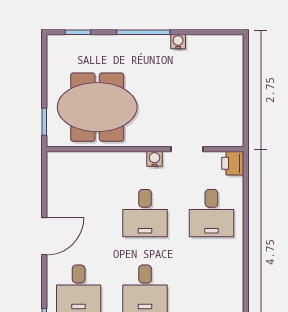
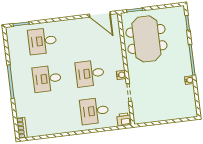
door: (44, 236) -> (100, 14), moved

